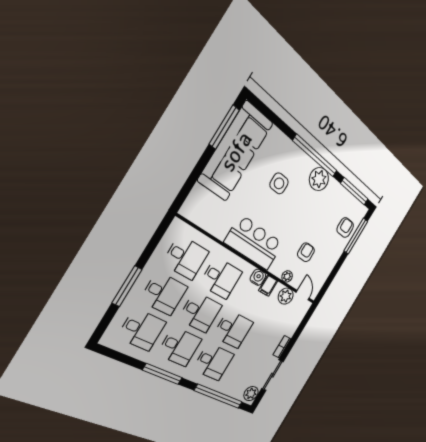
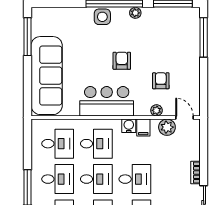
sofa: (236, 151) -> (47, 76), moved
plant: (319, 179) -> (135, 13), width x0.53, depth x0.53
side table: (279, 183) -> (102, 17), moved
armchair: (345, 228) -> (122, 61), moved

